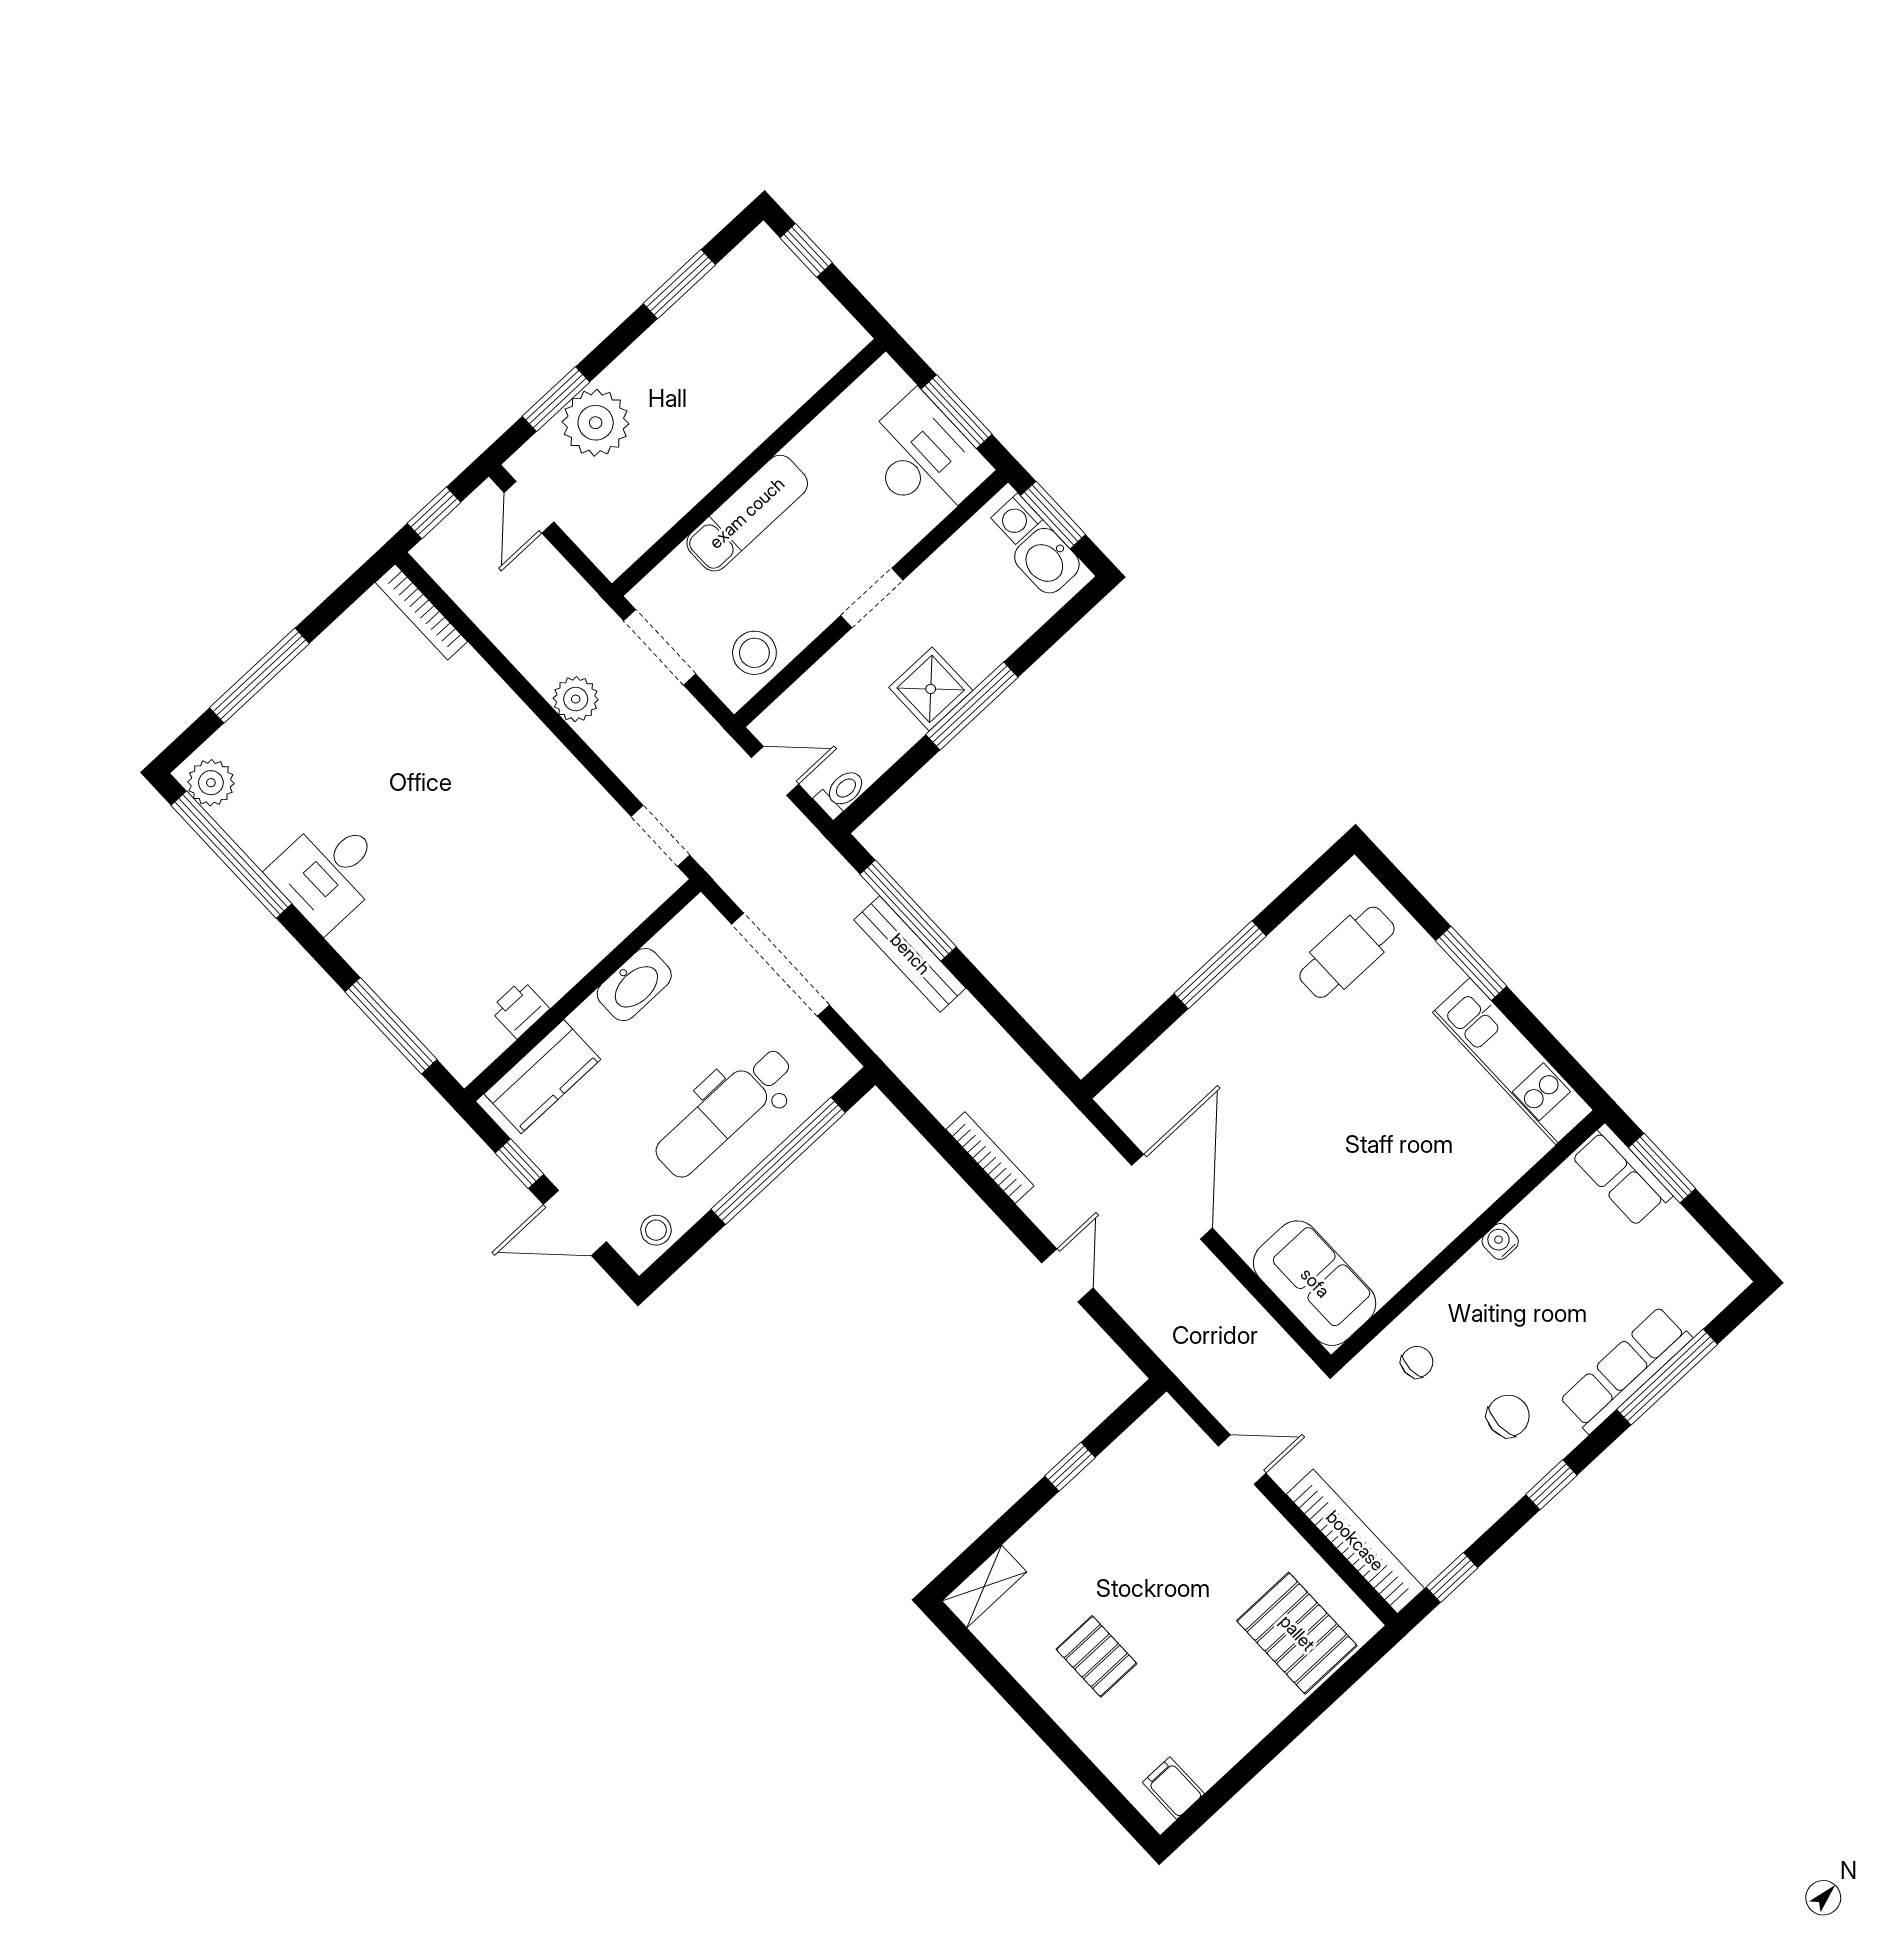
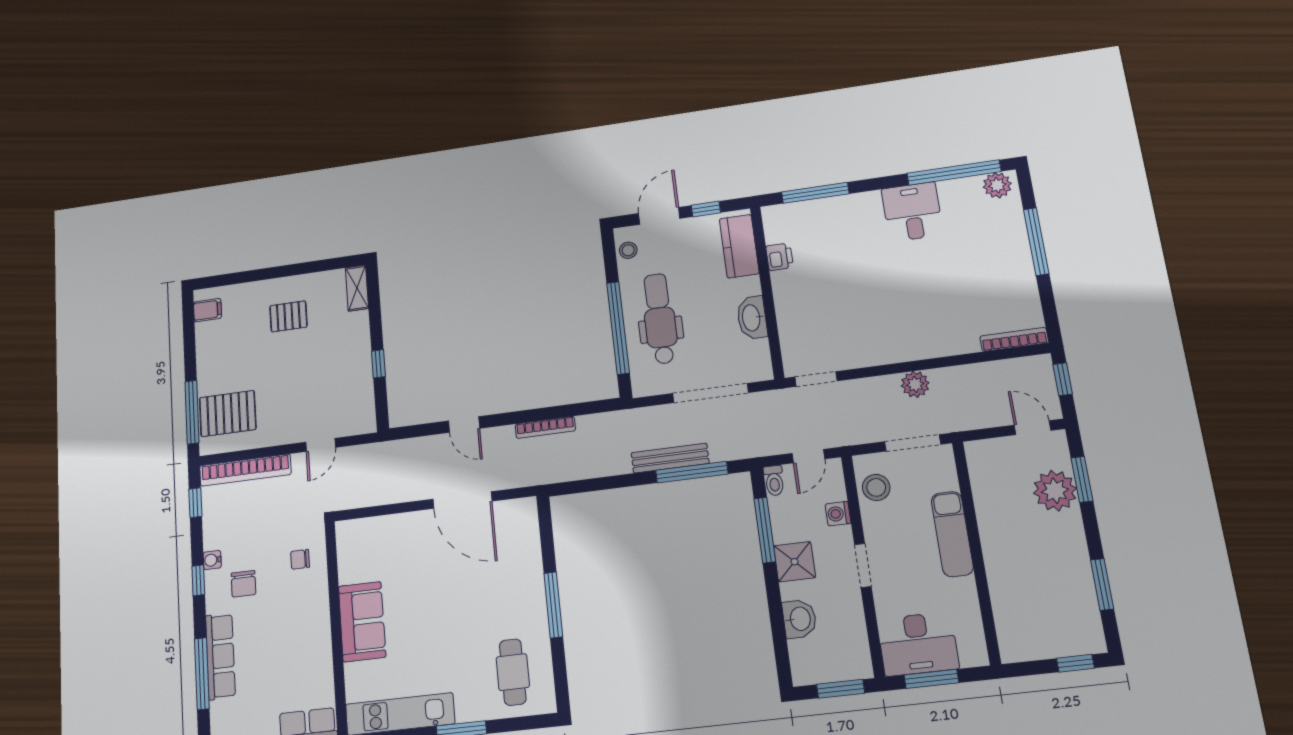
washing machine: (1017, 519) -> (838, 514), moved, turned -90
washbasin: (1047, 561) -> (799, 619), moved, turned 90
window: (972, 706) -> (765, 530), moved
water cooler: (1500, 1241) -> (212, 560), moved, turned 180
sofa: (1315, 1283) -> (362, 622), moved, turned -90
chair: (1417, 1362) -> (300, 559), turned 90
window: (1333, 1689) -> (192, 412), added

